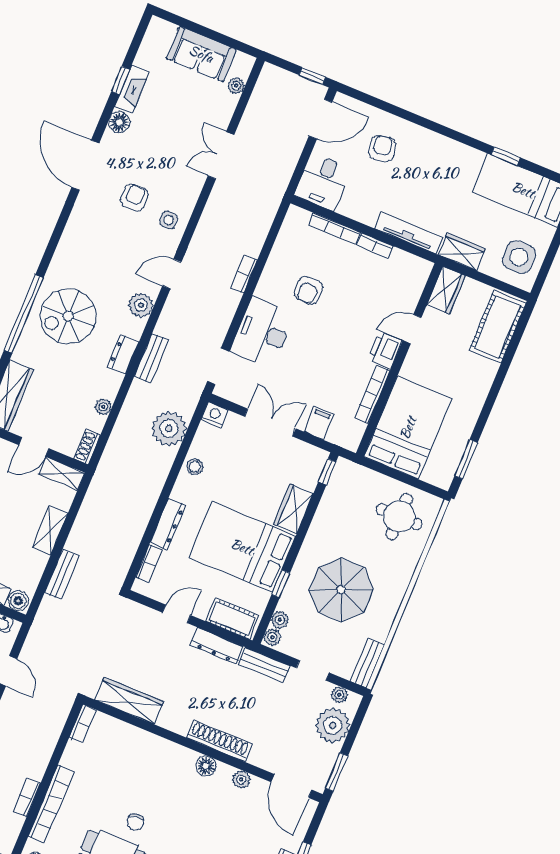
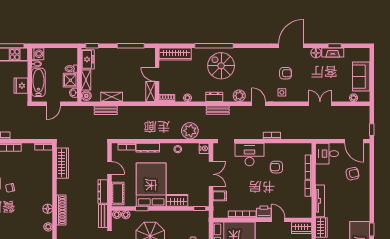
shelving: (50, 530) -> (112, 97), moved

